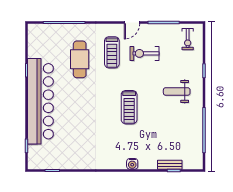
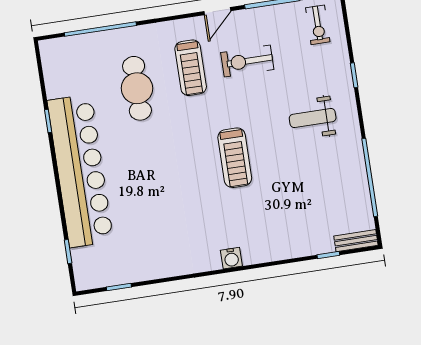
water cooler: (132, 164) -> (231, 258), moved
bench: (170, 165) -> (356, 241), moved

